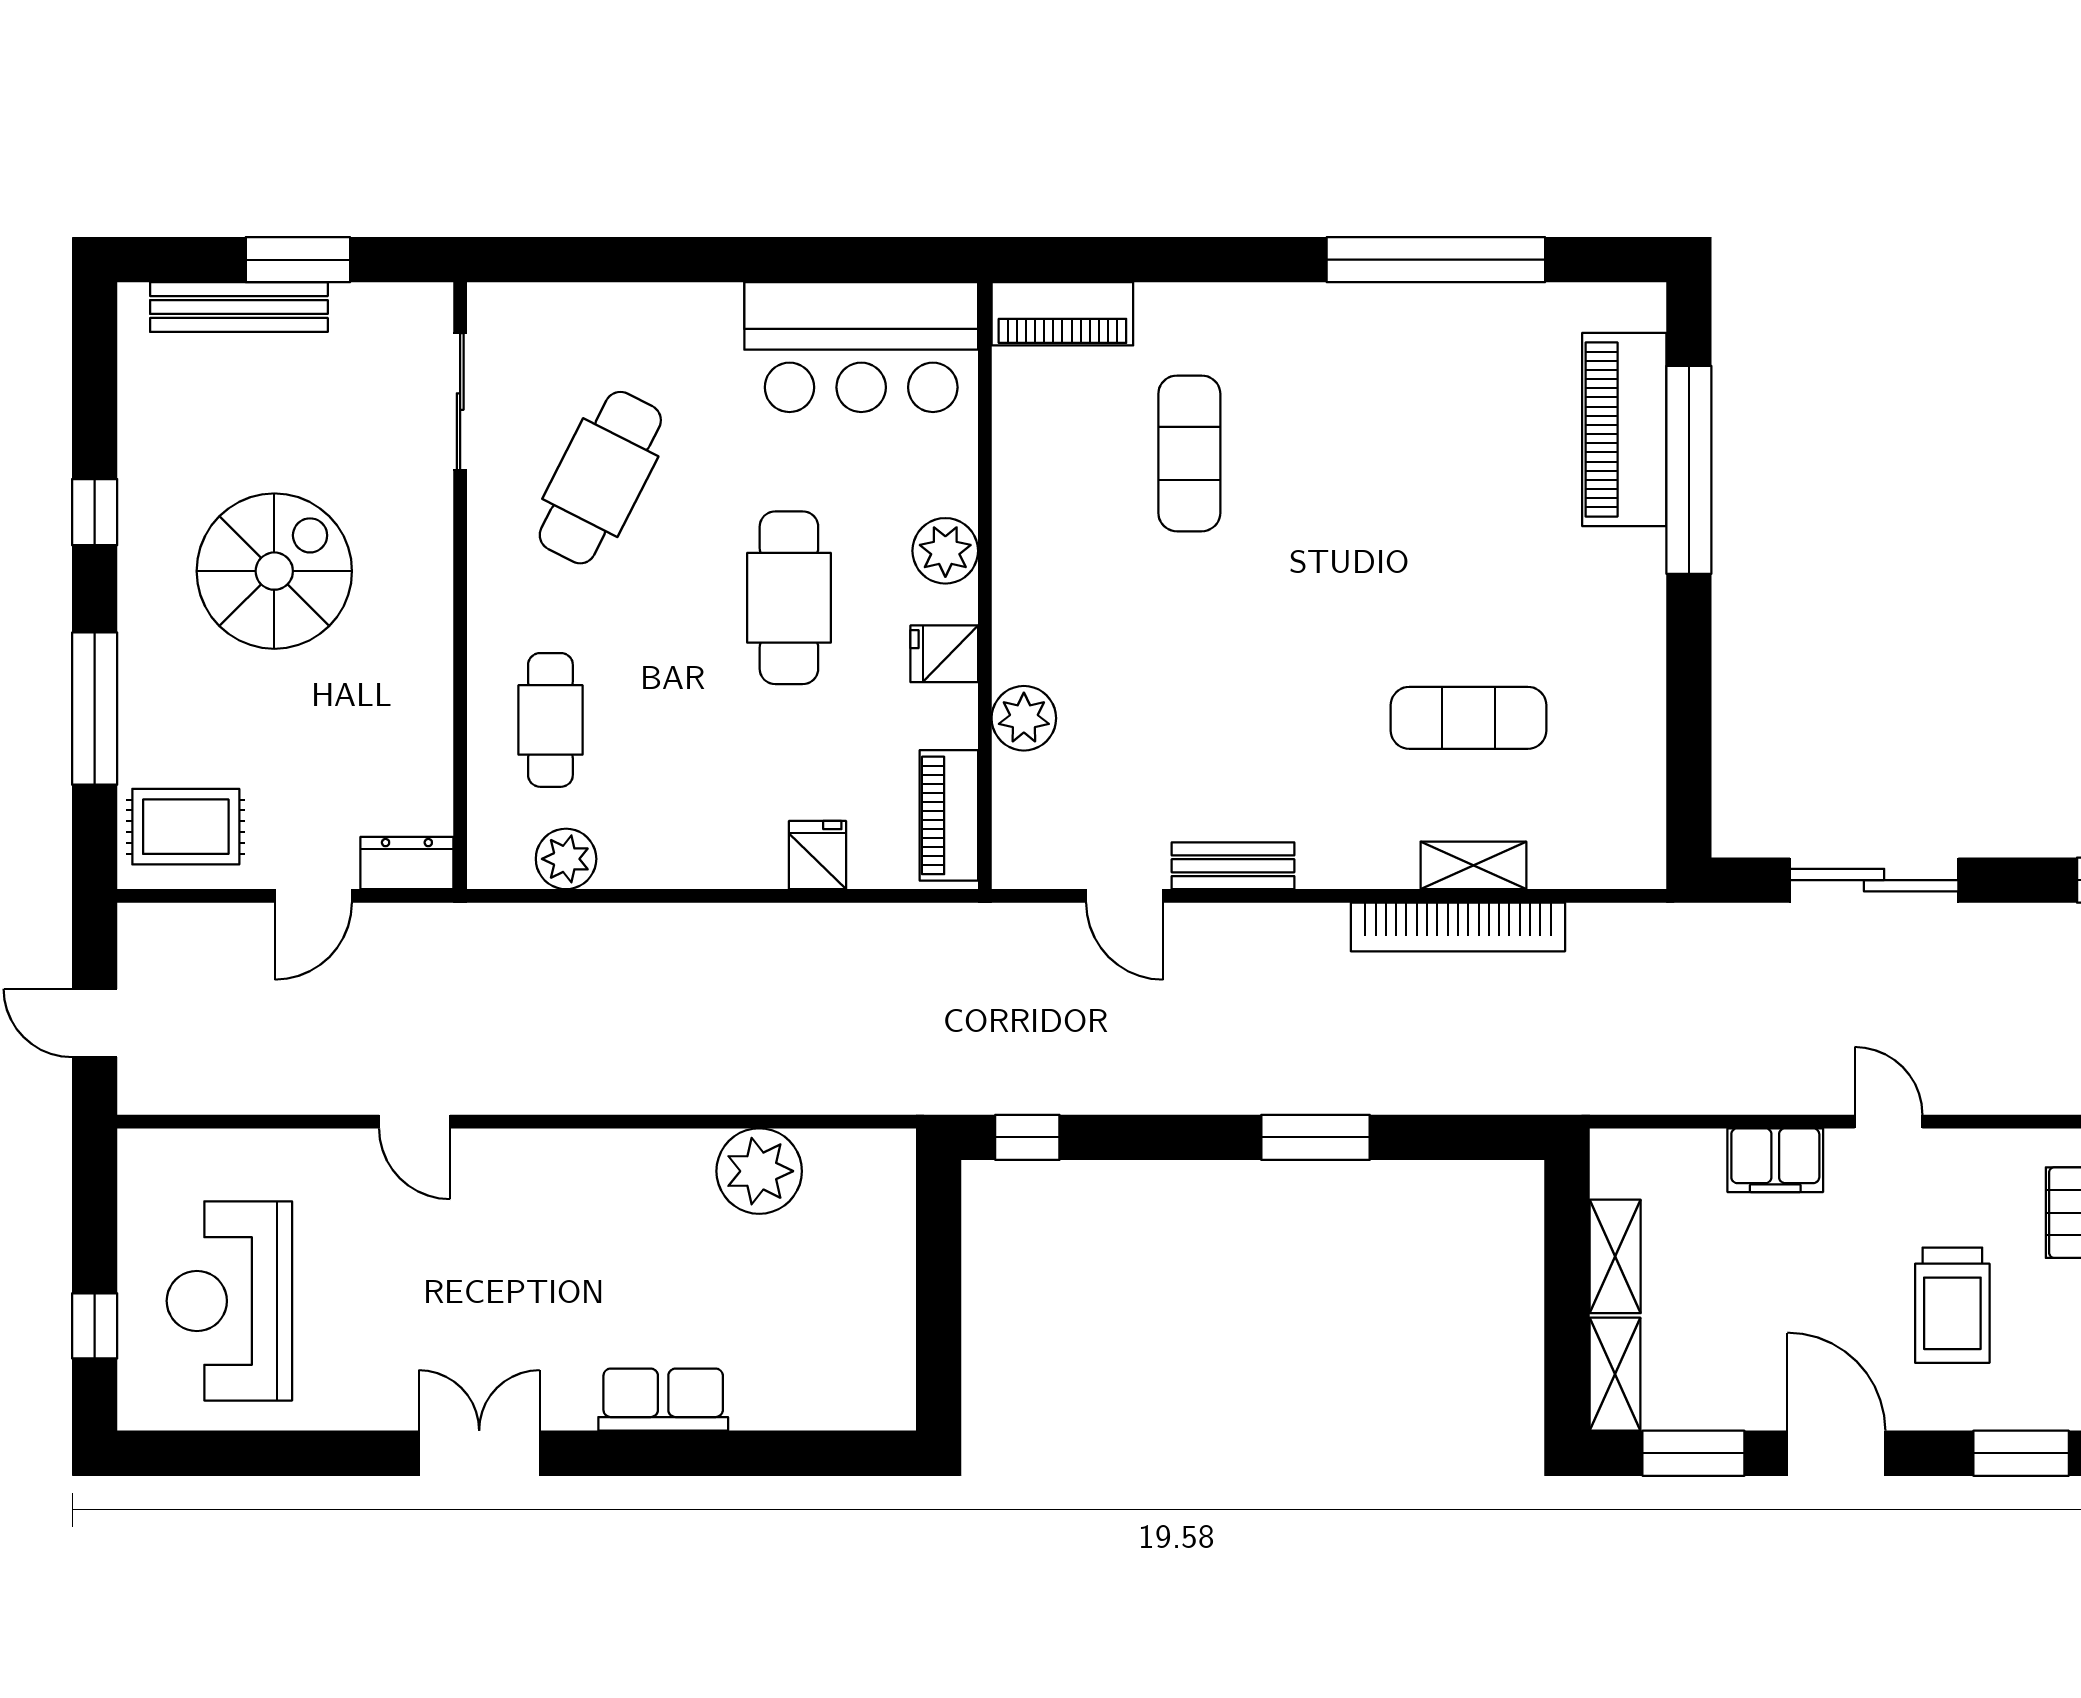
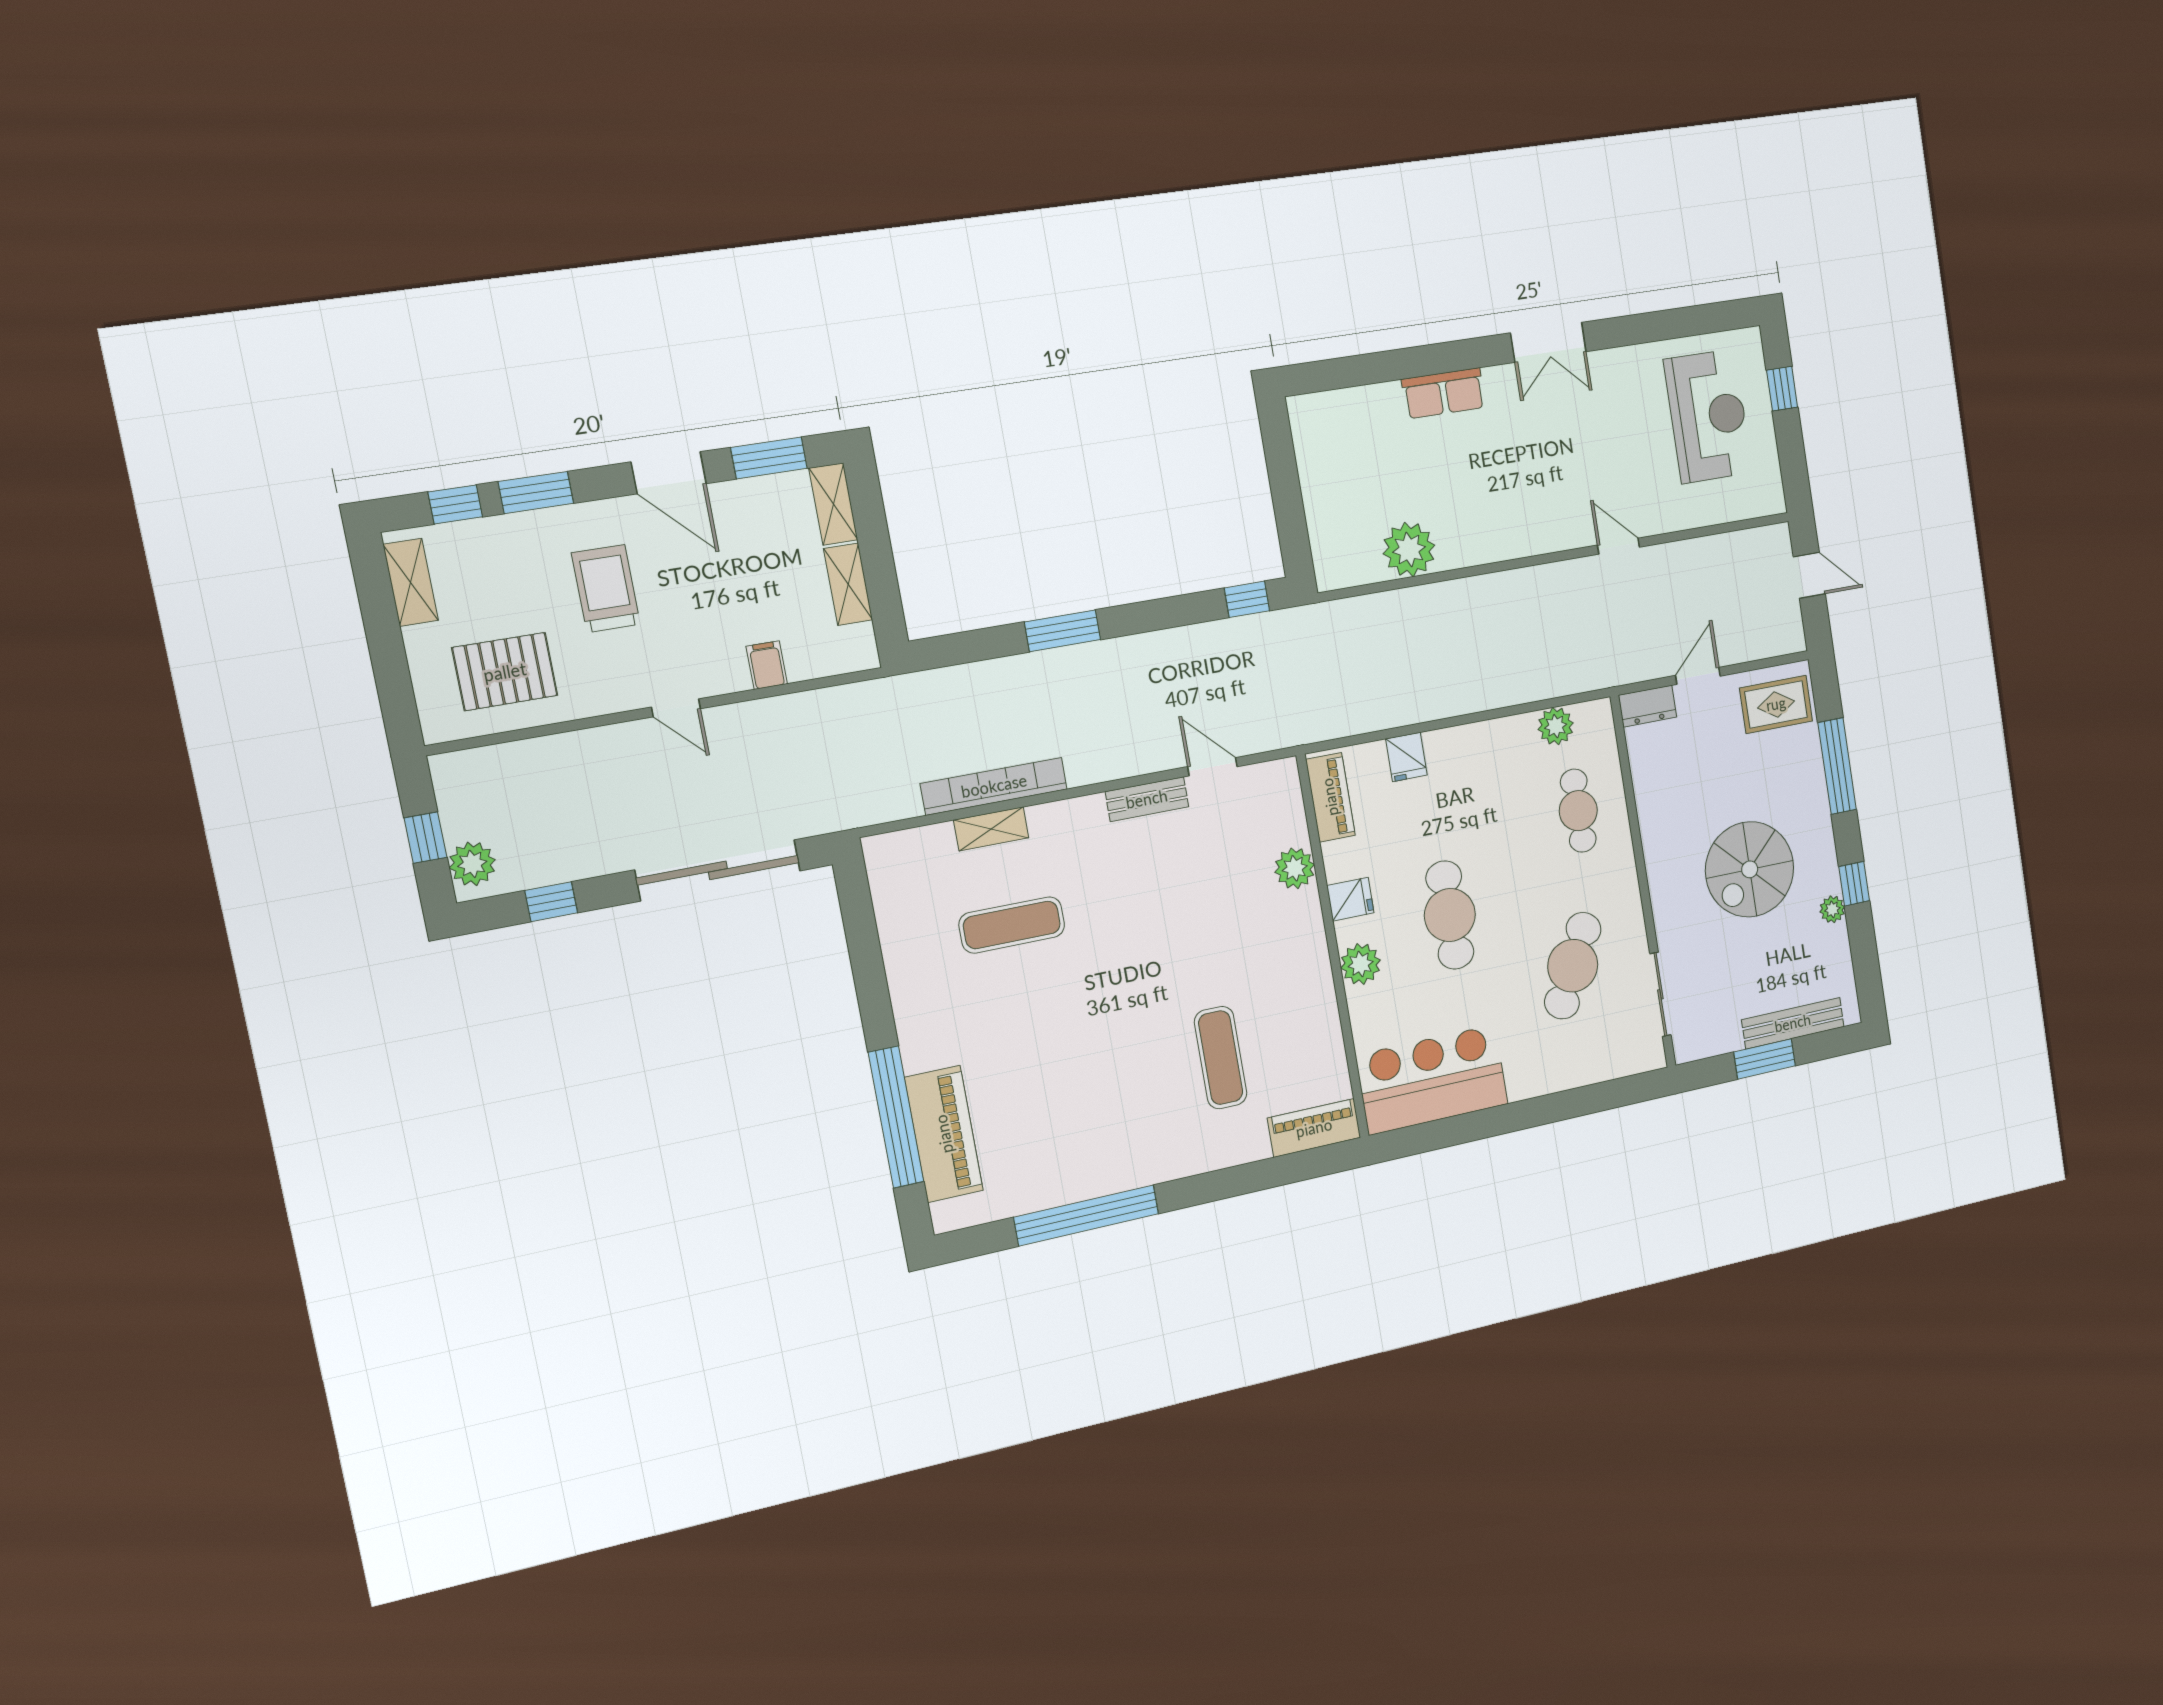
plant: (140, 478) -> (1832, 909), added
sliding door: (1874, 880) -> (718, 870), width x1.36
filing cabinet: (1775, 1160) -> (767, 665), width x0.50

